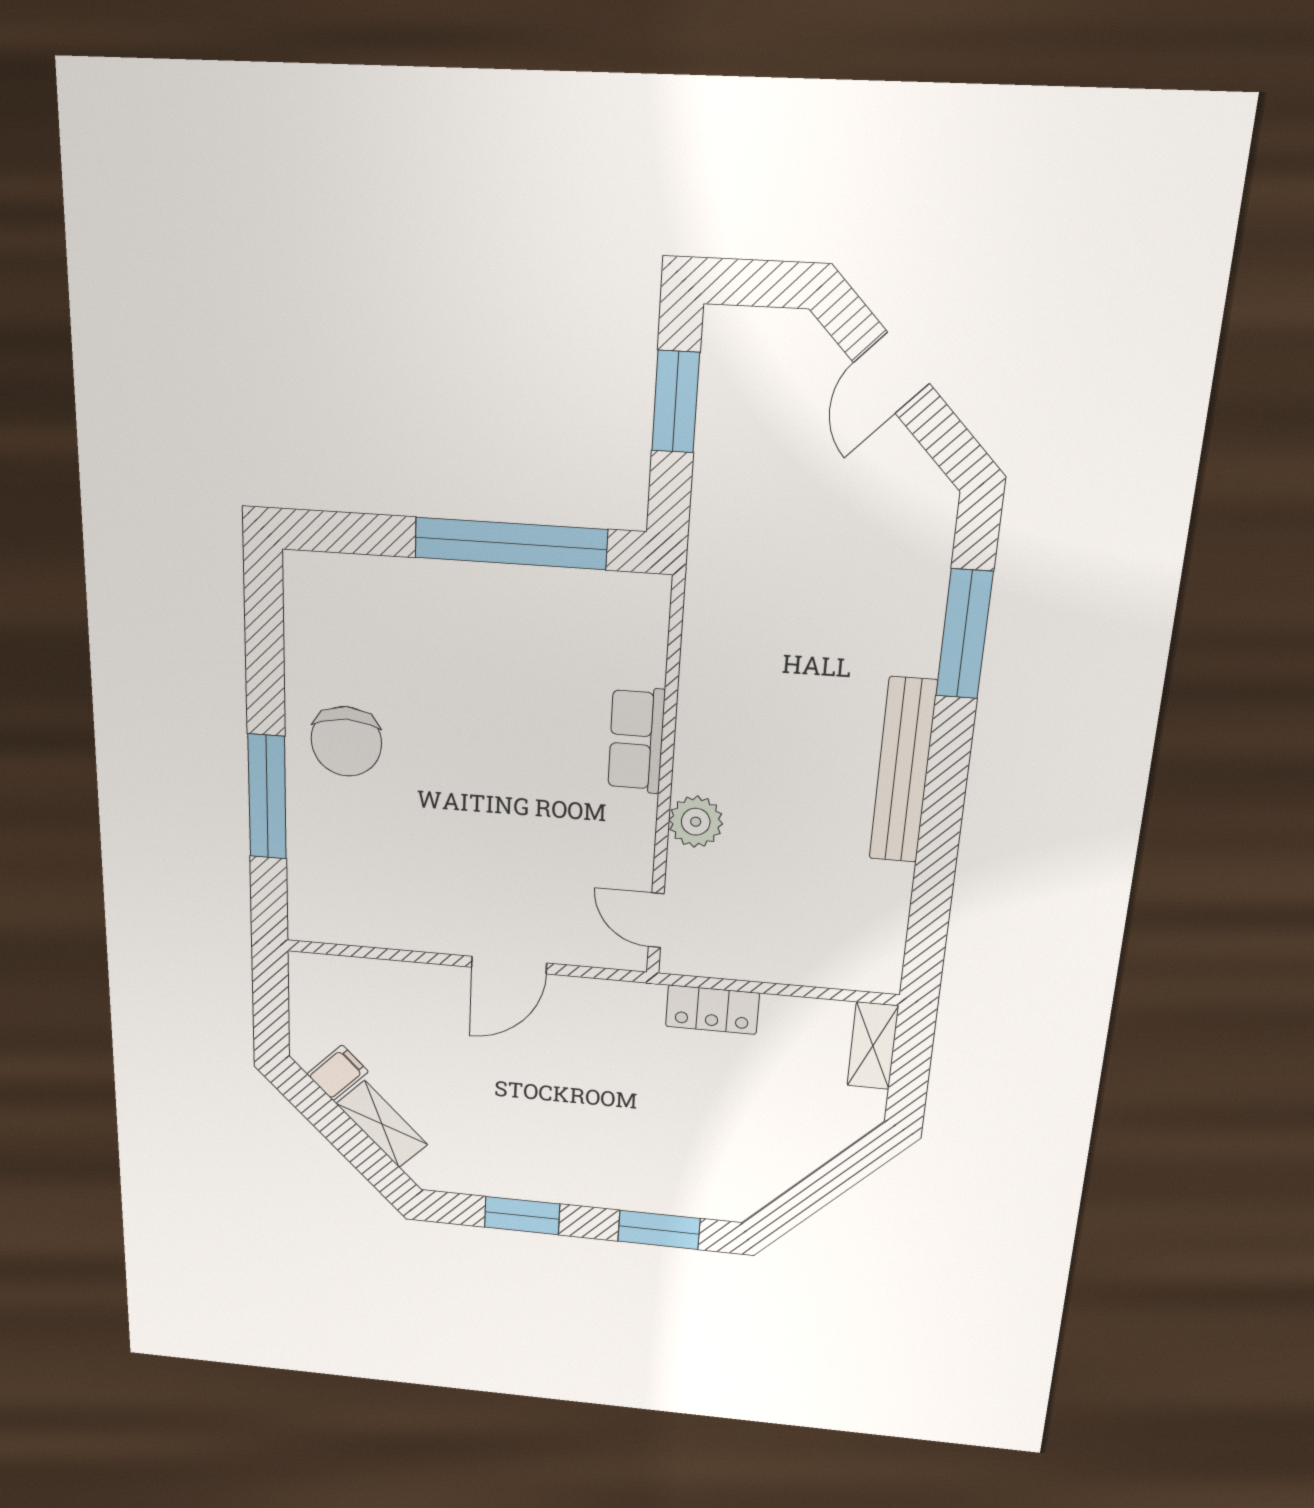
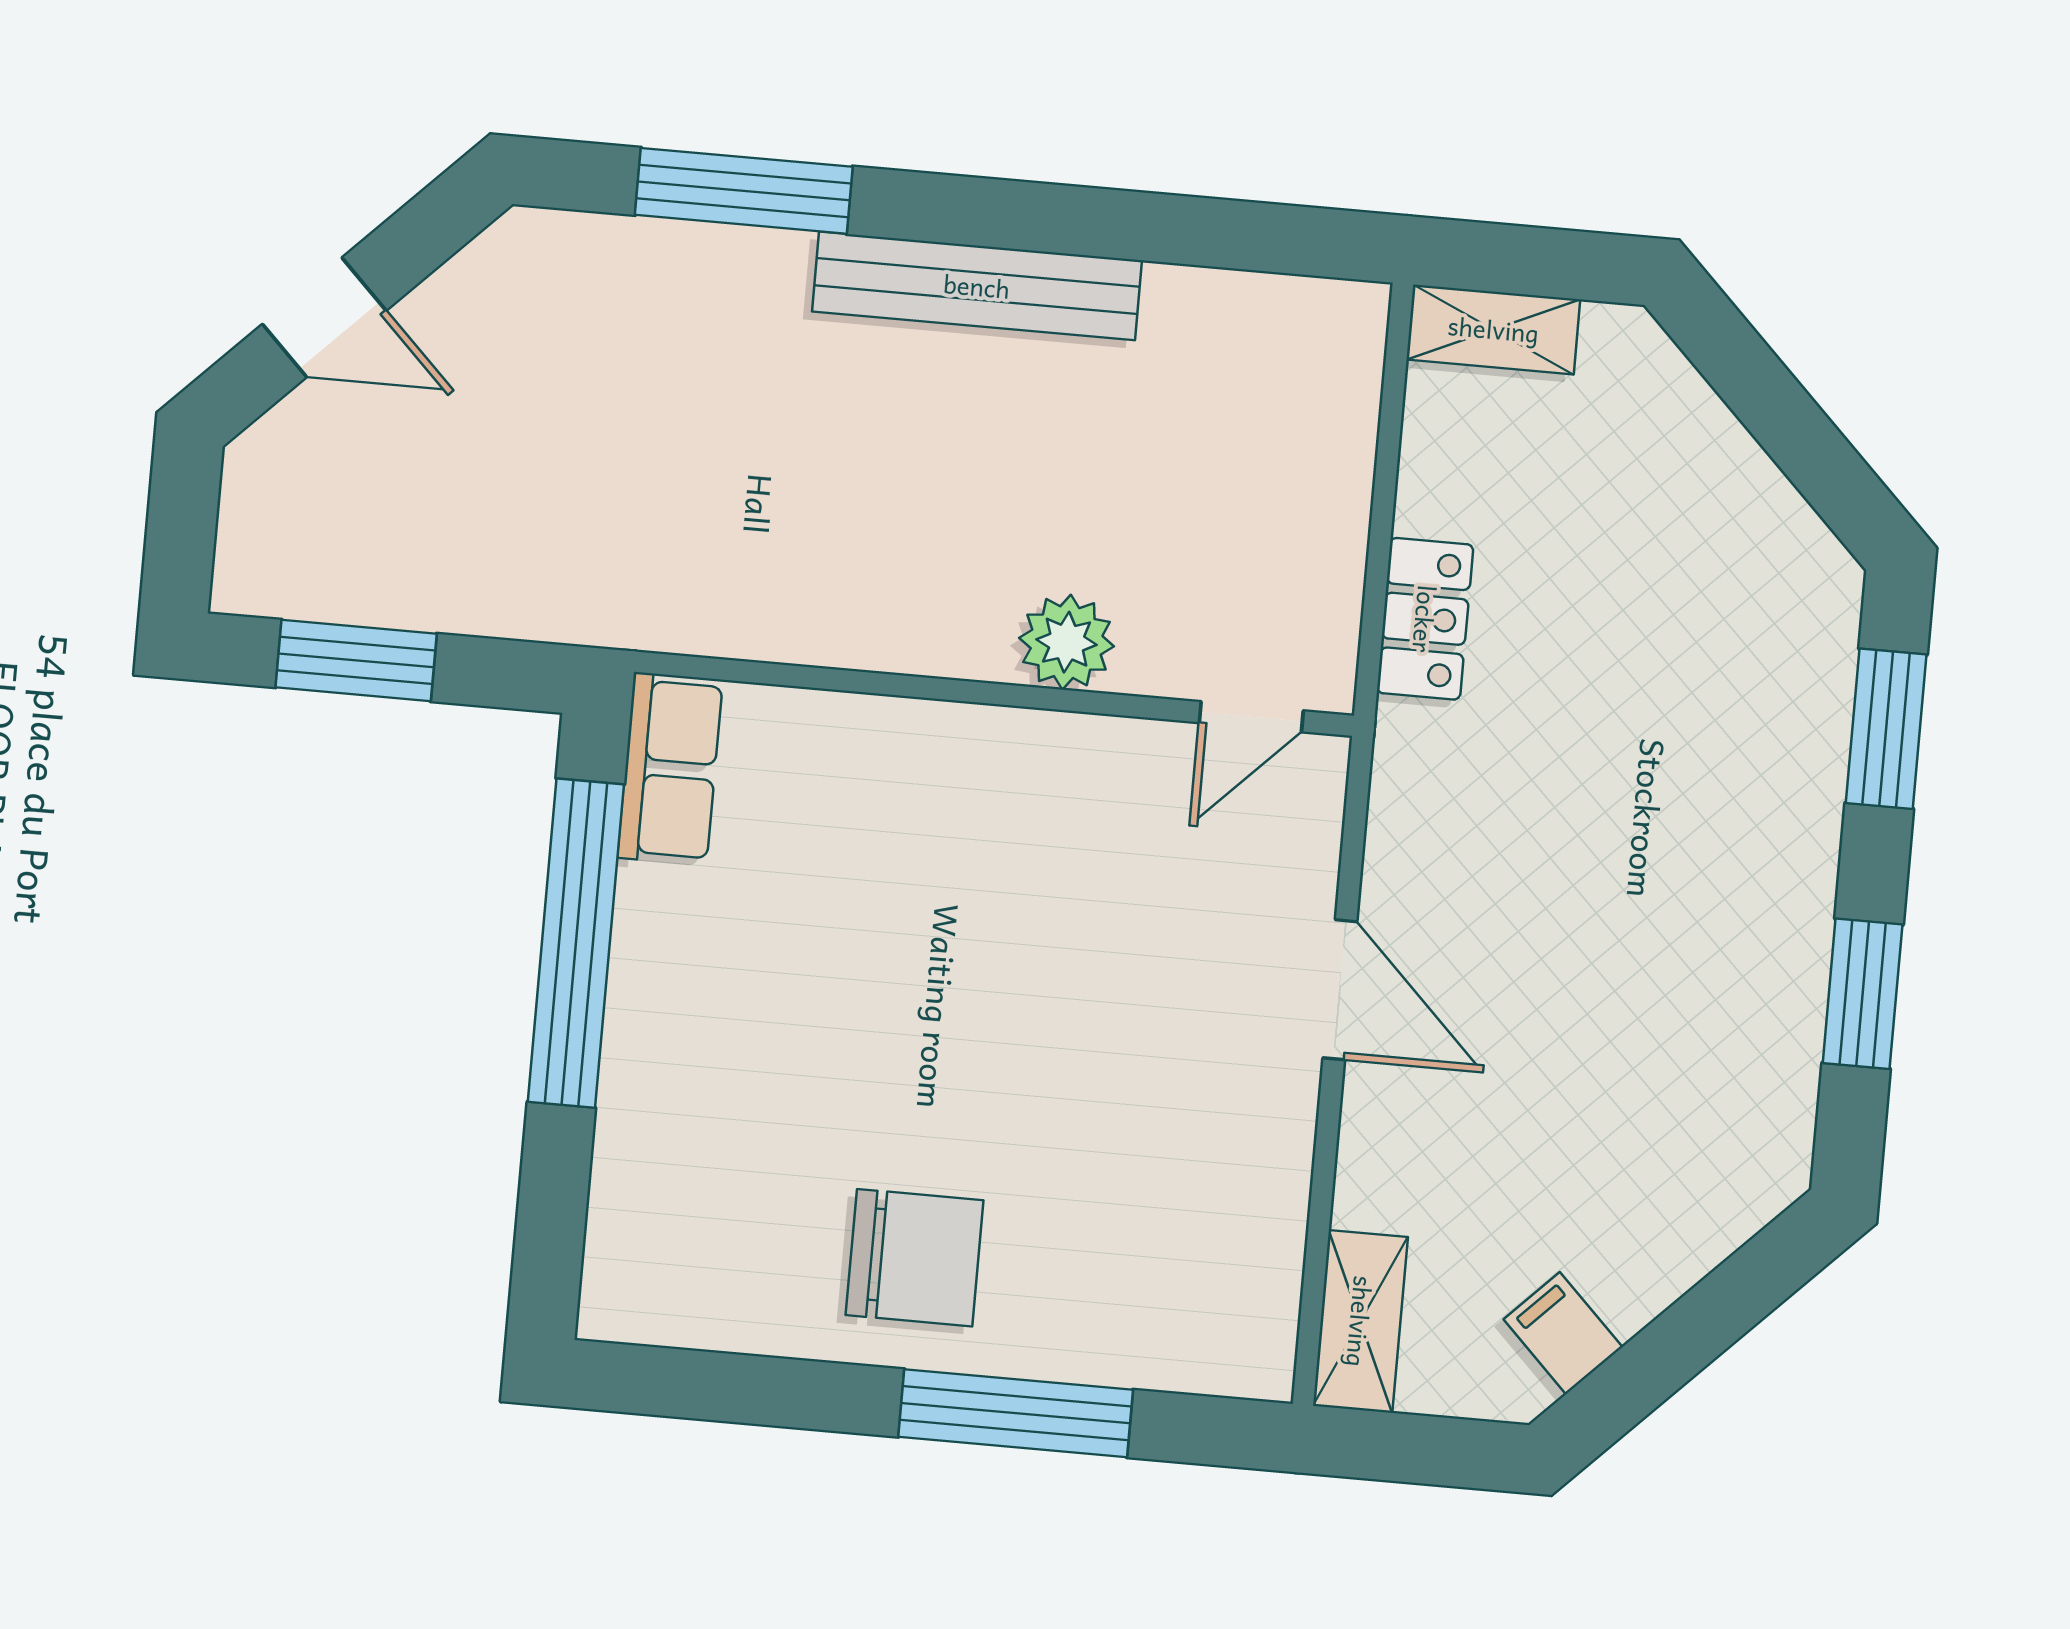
row of seats: (636, 740) -> (670, 769), moved, turned -90
shelving: (382, 1124) -> (1360, 1321), moved, turned -45

